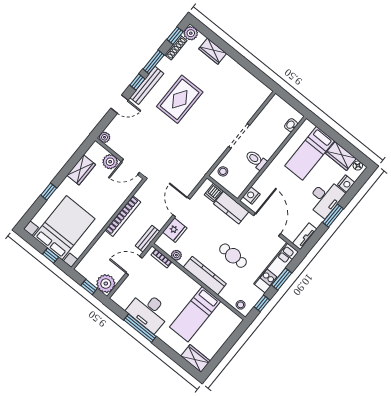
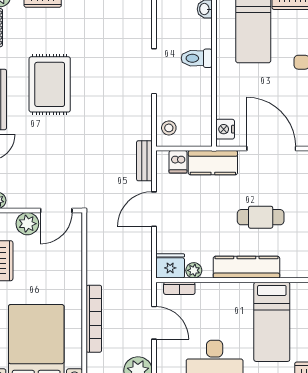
toilet: (256, 160) -> (197, 58), moved
door: (181, 207) -> (154, 209), hinge flipped
bookcase: (123, 216) -> (94, 319), moved
fridge: (175, 230) -> (170, 266), moved, turned -90
bench: (148, 239) -> (144, 161), moved
door: (134, 266) -> (154, 323), swing flipped

